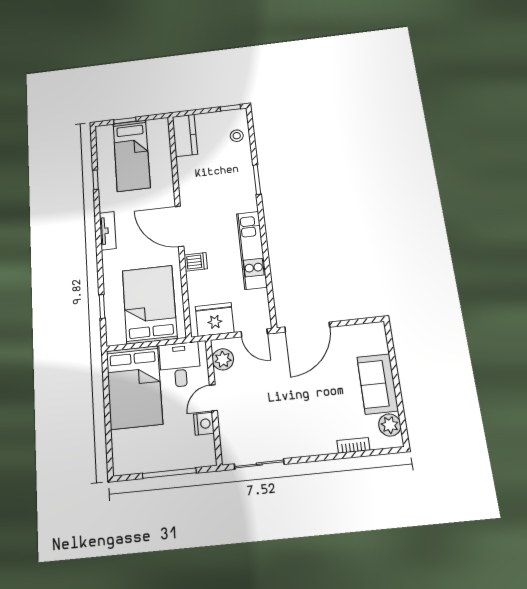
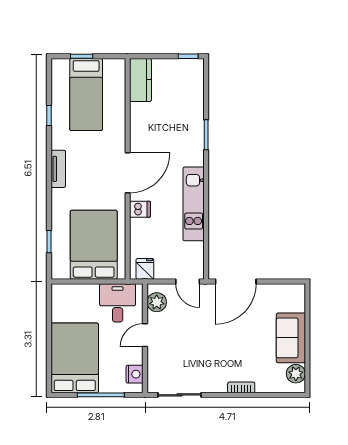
stool: (237, 136) -> (191, 87), removed
door: (179, 226) -> (128, 173), swing flipped
fridge: (215, 319) -> (145, 269), width x0.53, depth x0.75
bed: (134, 387) -> (75, 358), moved, turned 180
nightstand: (204, 424) -> (135, 374), moved
bookcase: (353, 445) -> (241, 387), moved

